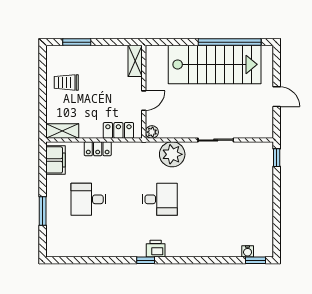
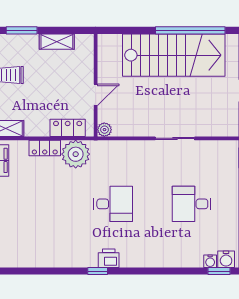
shelving: (135, 61) -> (57, 42), moved, turned 90
plant: (172, 154) -> (76, 154), moved
desk: (88, 199) -> (192, 204), moved
water cooler: (262, 250) -> (226, 259), added

